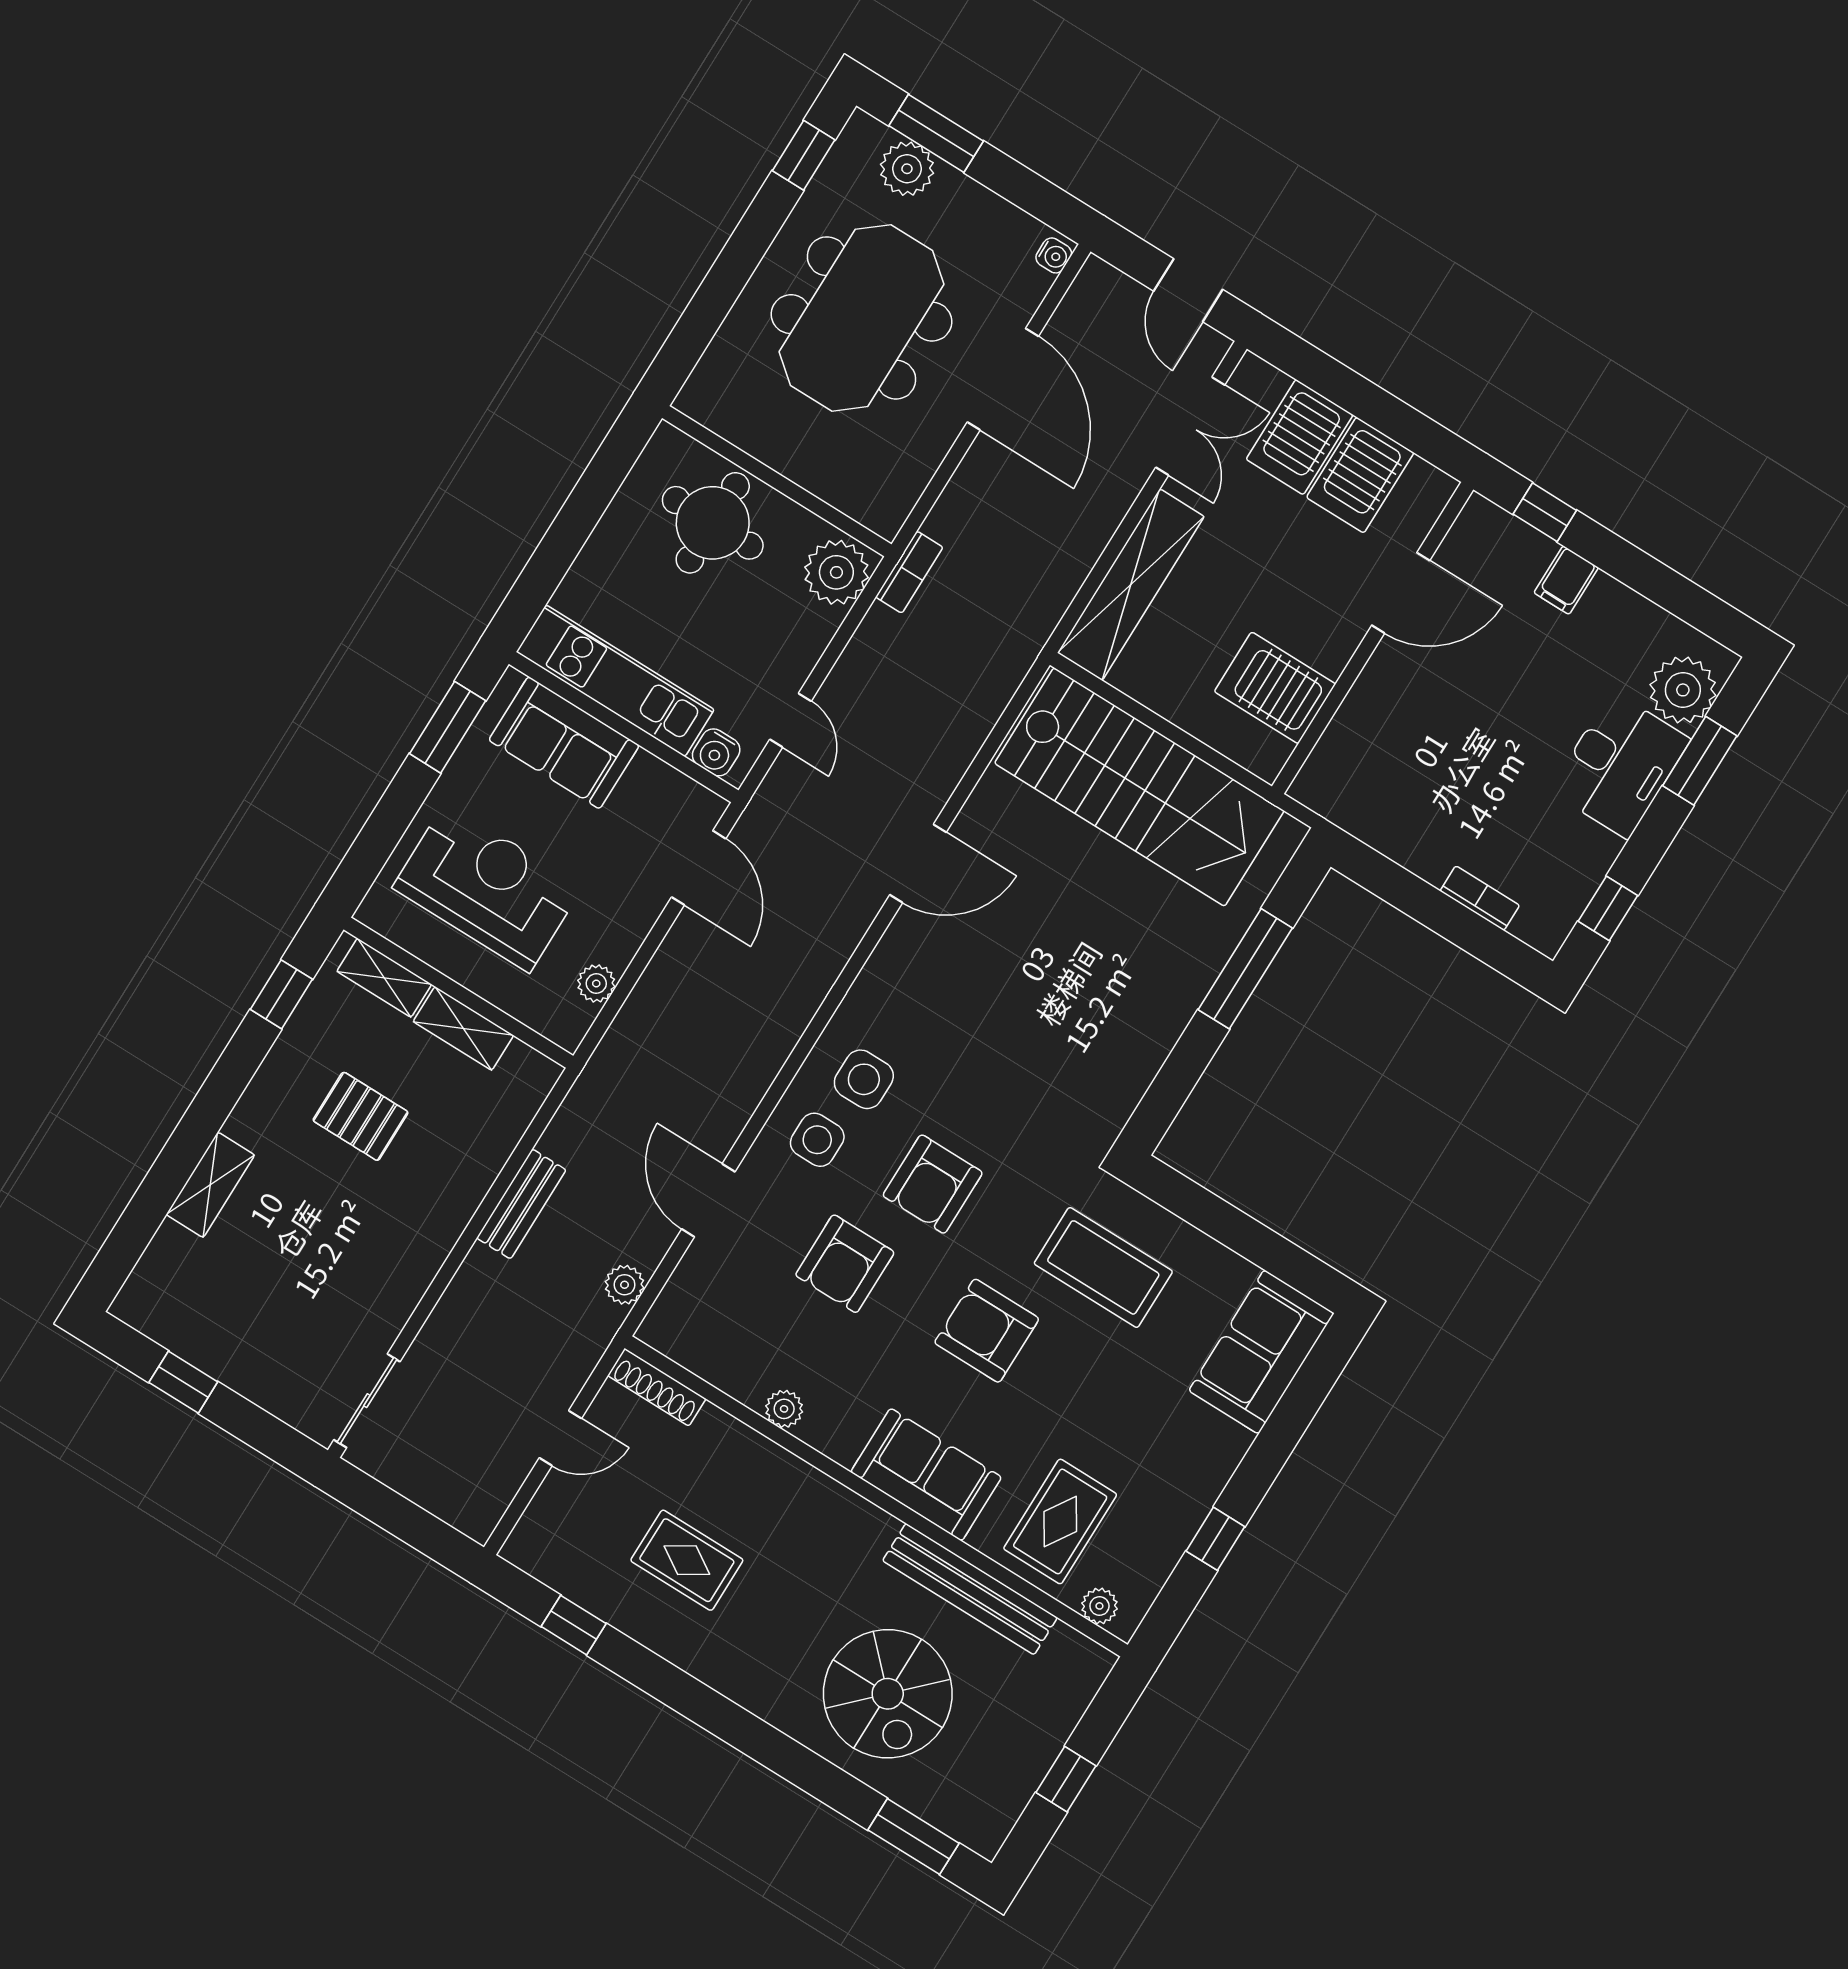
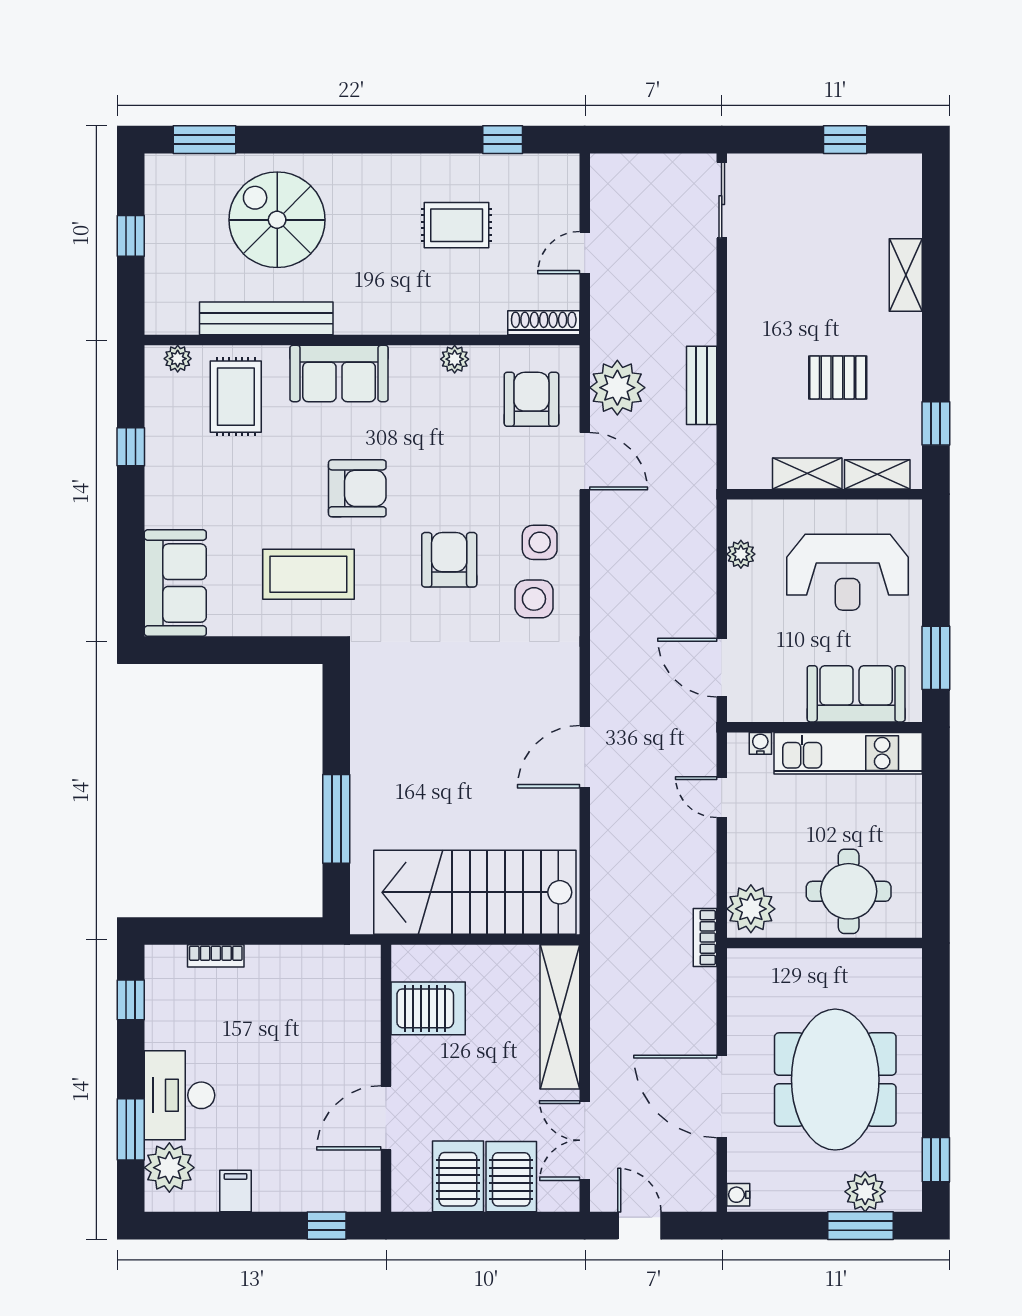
filing cabinet: (1566, 580) -> (235, 1191), moved
water cooler: (716, 752) -> (760, 743), width x0.72, depth x0.72
armchair: (845, 1264) -> (531, 399), moved
plant: (625, 1285) -> (617, 388), width x1.88, depth x1.88

